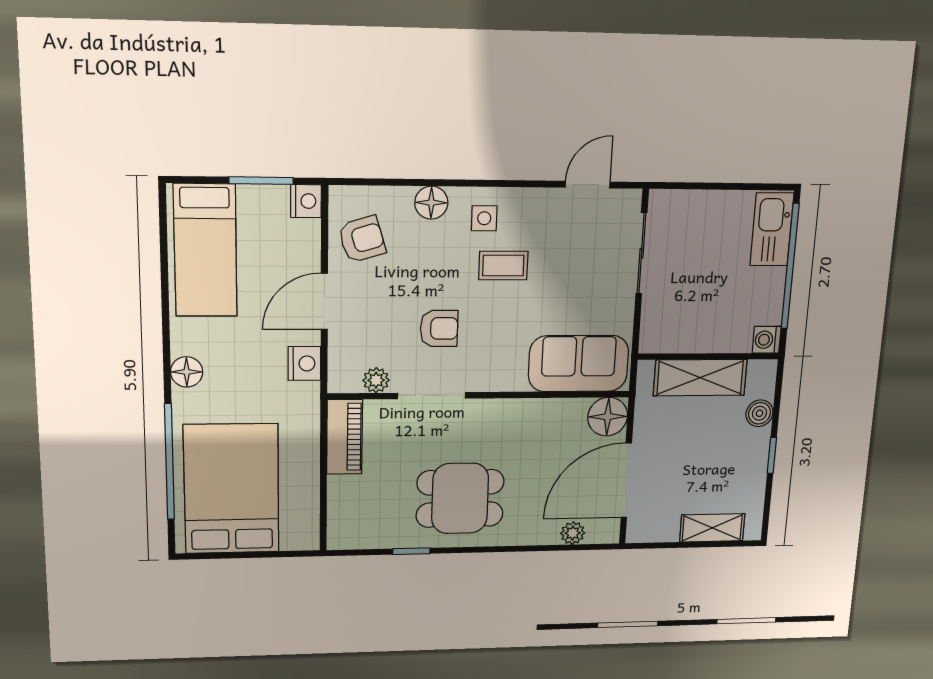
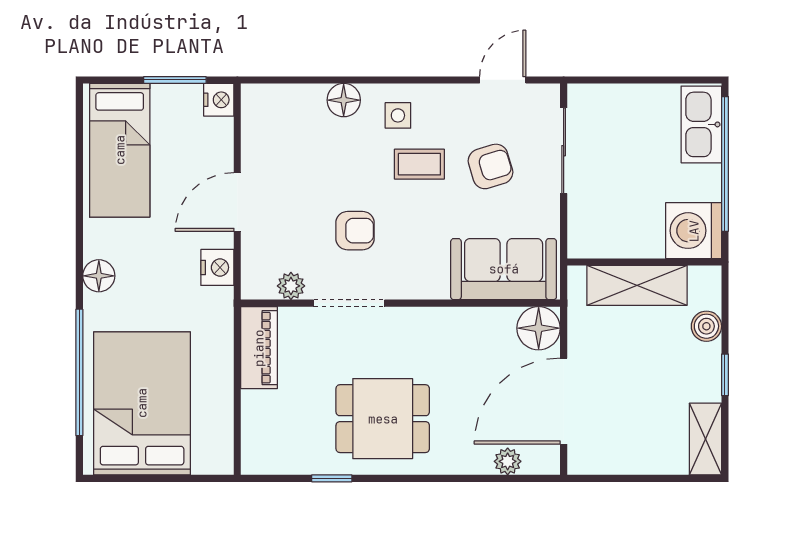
armchair: (362, 239) -> (490, 166), moved
washing machine: (767, 340) -> (694, 231), width x1.89, depth x1.89
shelving: (712, 528) -> (705, 439), moved, turned 90

